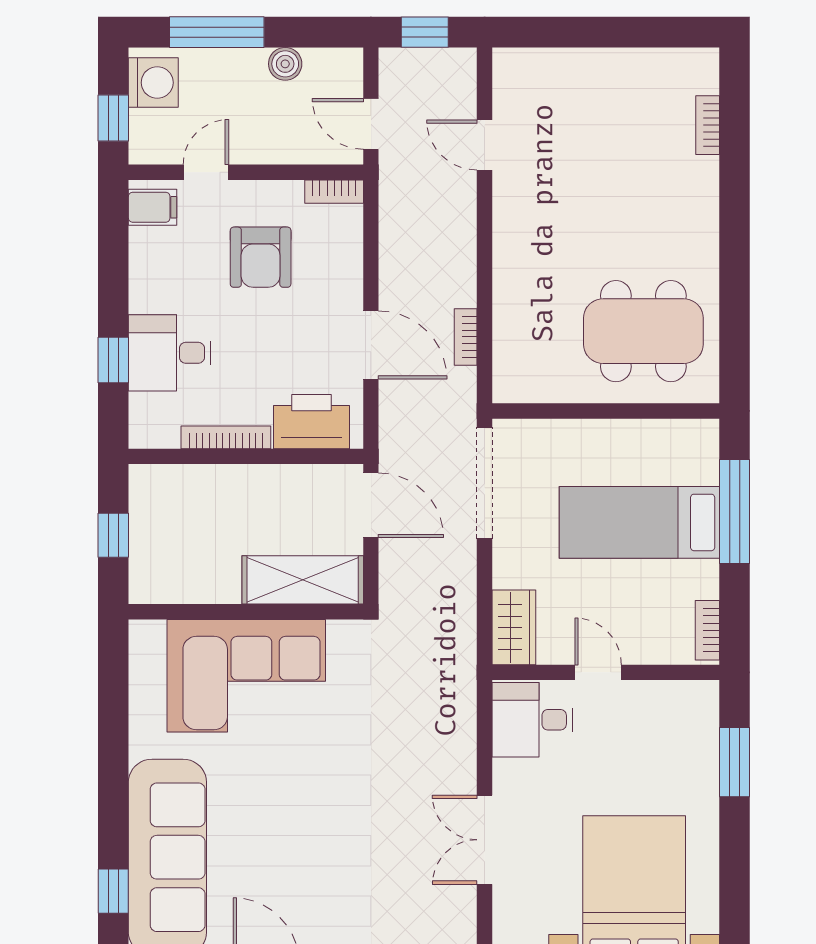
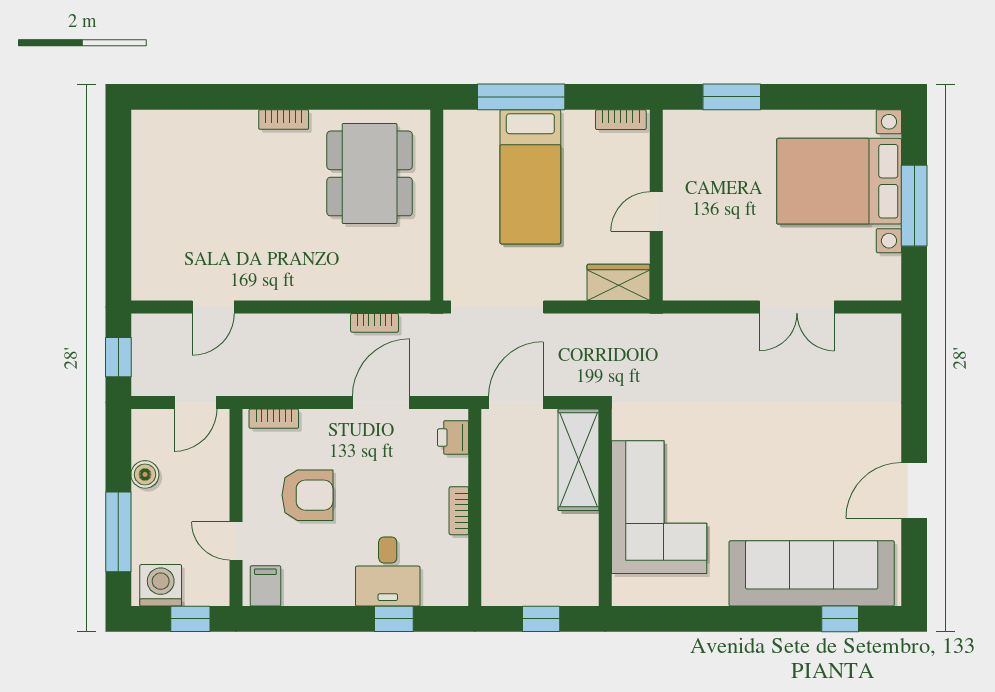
bookcase: (708, 125) -> (284, 120), moved
bookcase: (334, 192) -> (274, 419), moved, turned 90
printer: (311, 422) -> (453, 438), width x0.53, depth x0.68
bookcase: (226, 437) -> (459, 511), width x0.64
desk: (532, 720) -> (696, 267), removed

